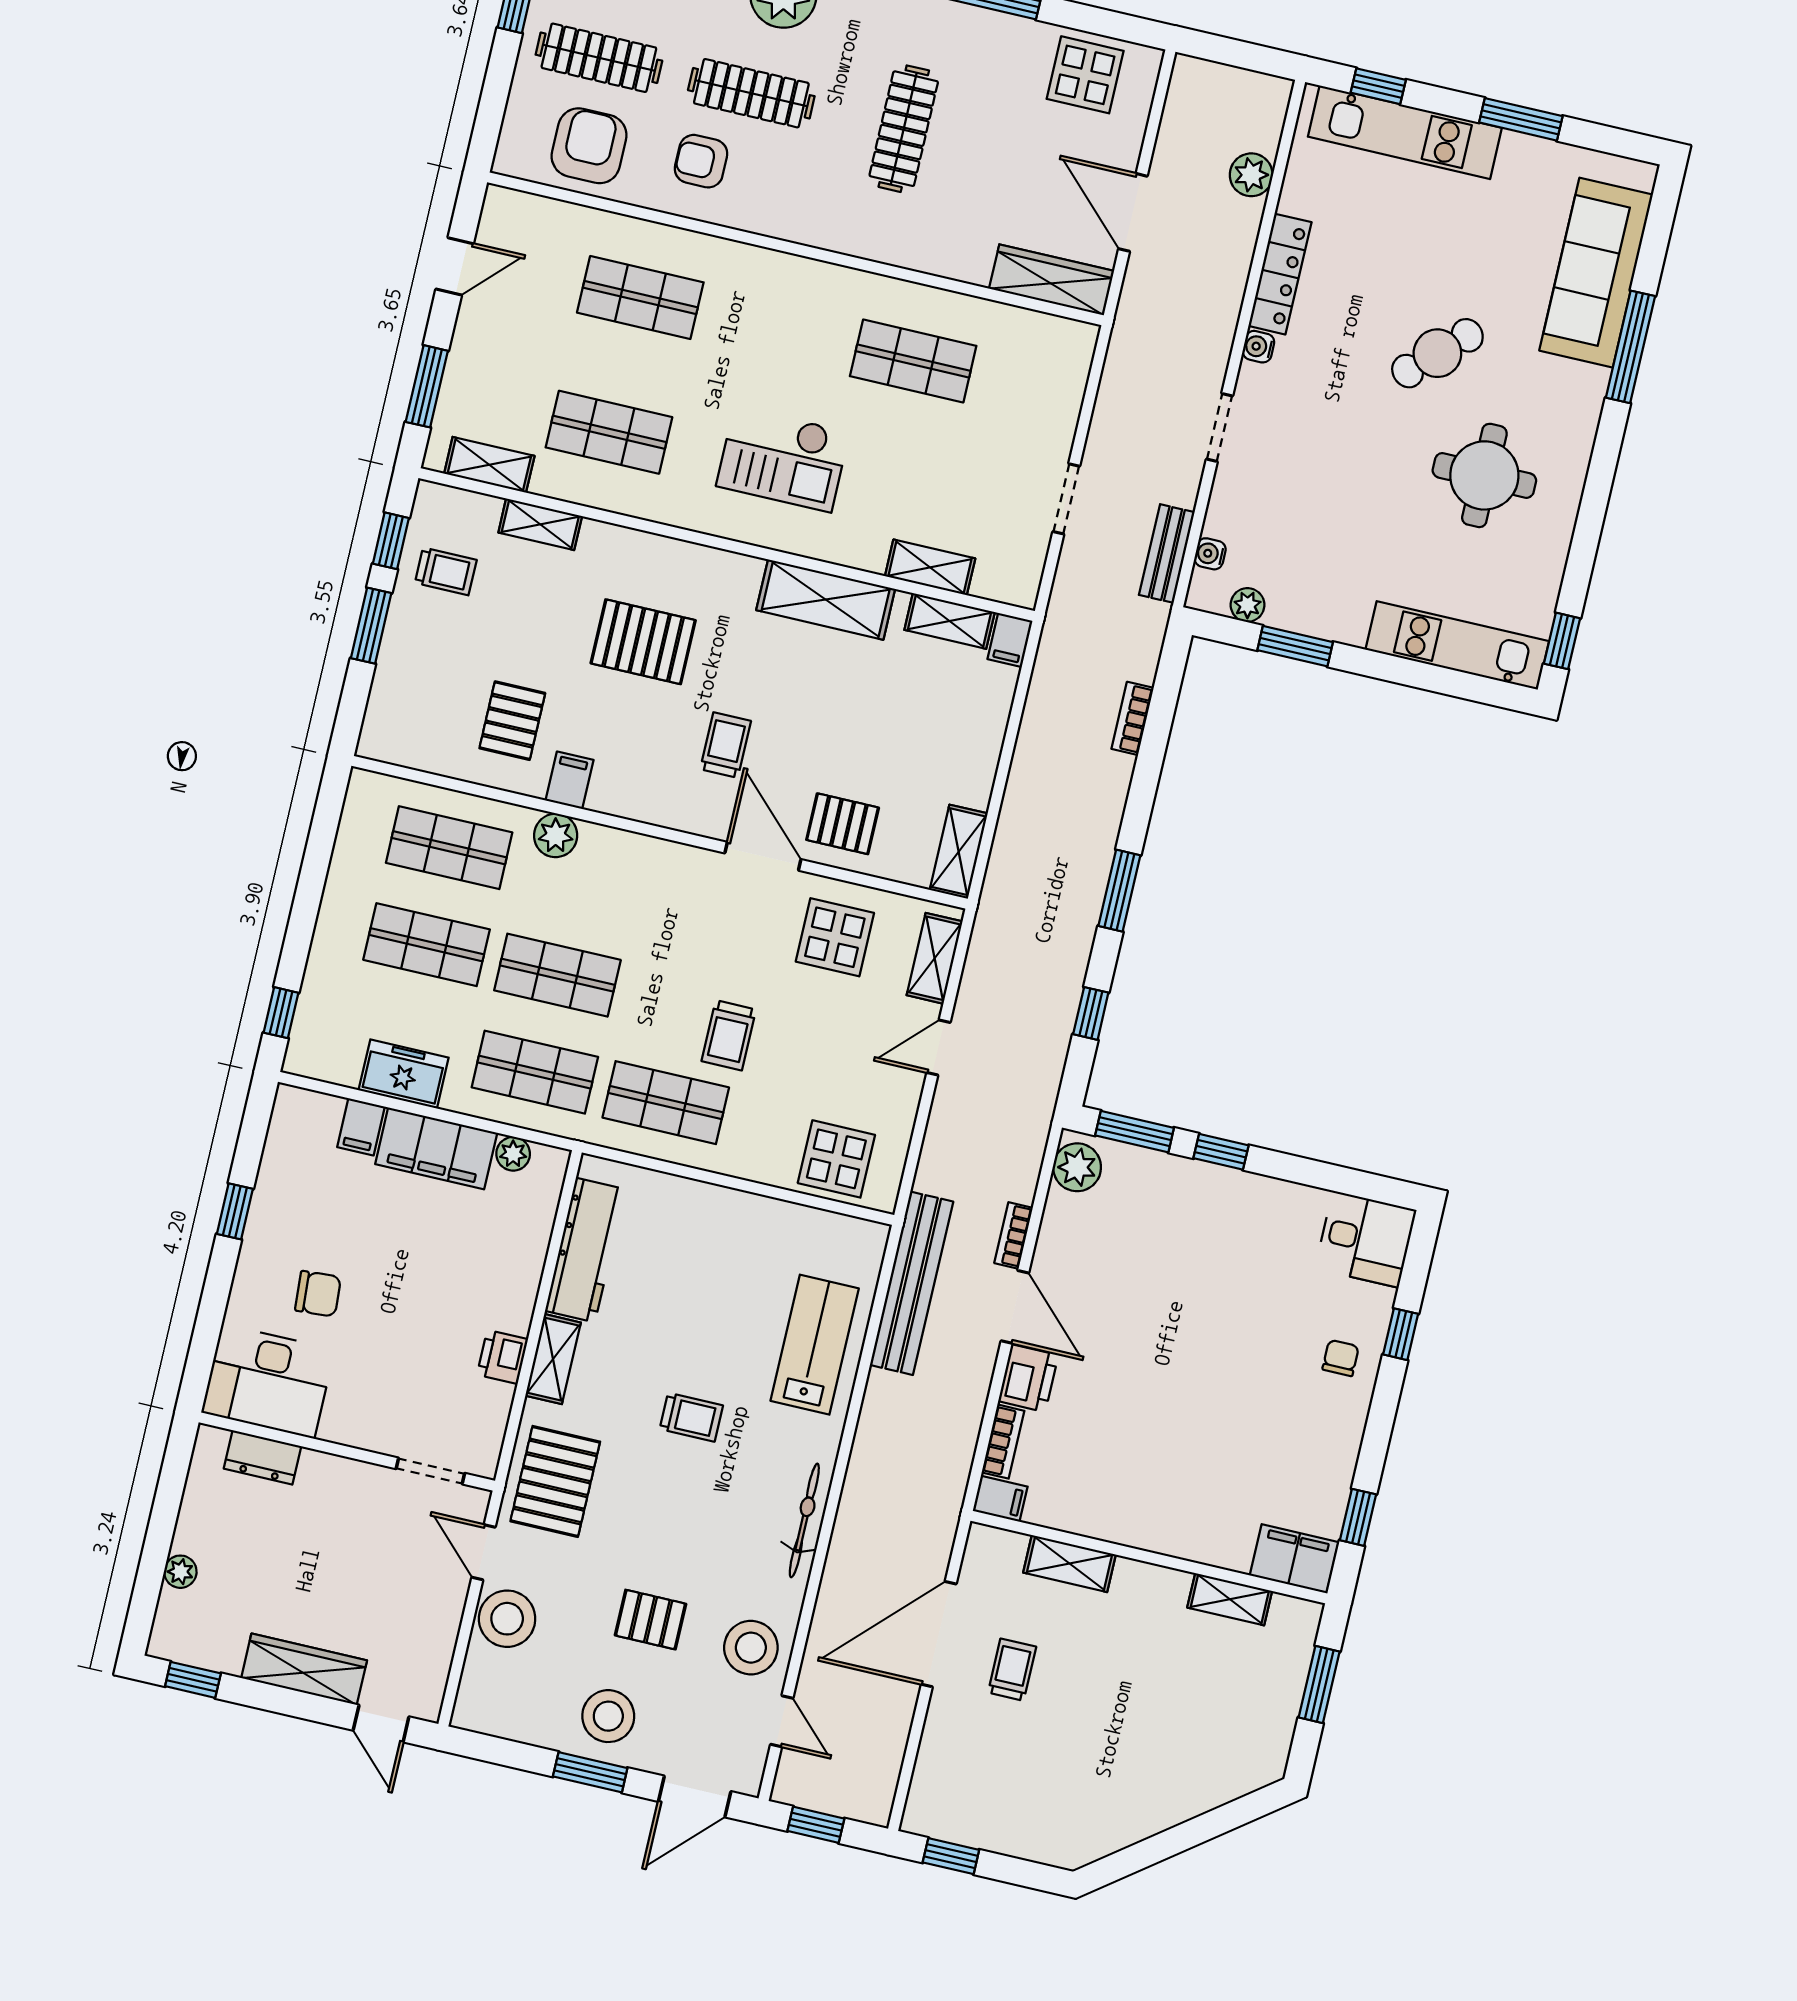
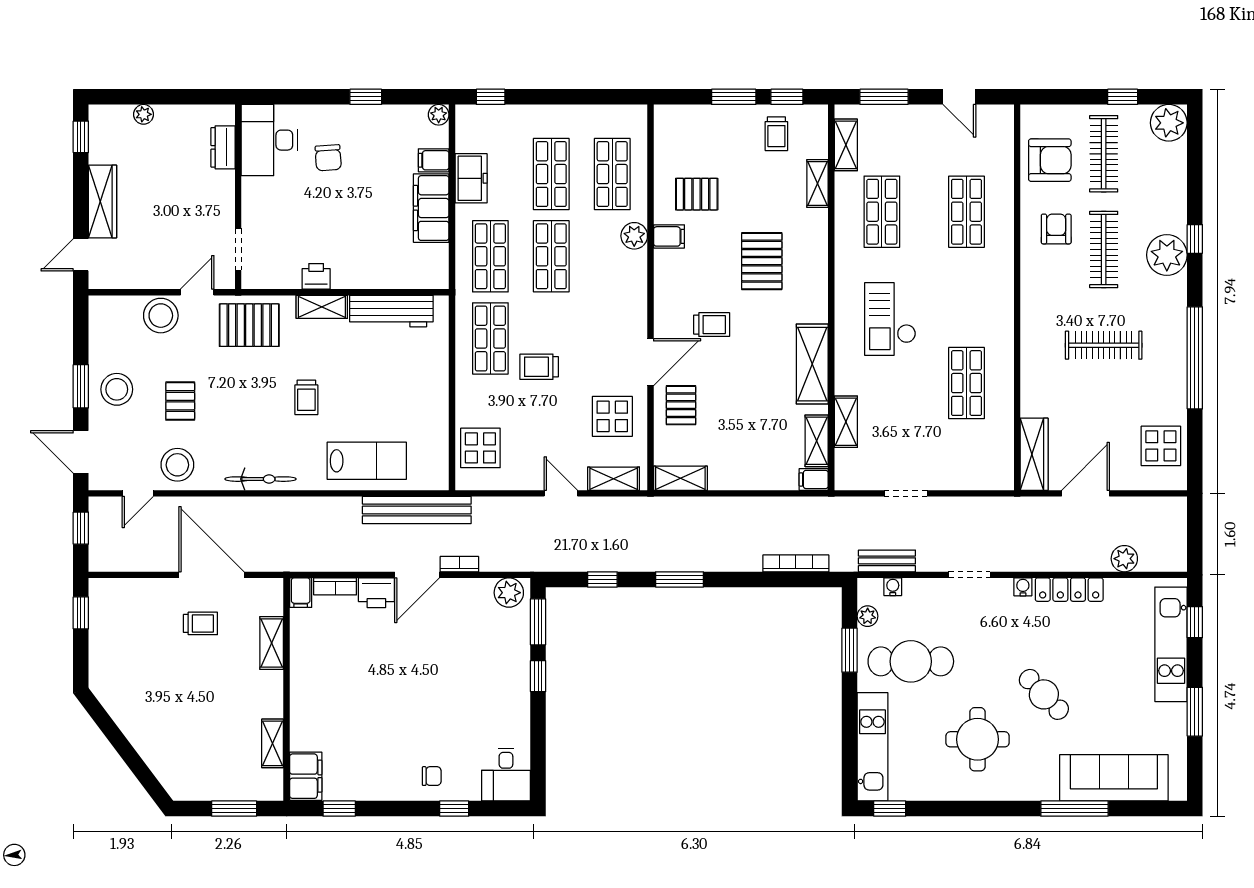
cafe table: (1336, 553) -> (911, 661), added
bookcase: (1133, 718) -> (796, 563), width x1.56
plant: (513, 1154) -> (439, 115), moved

